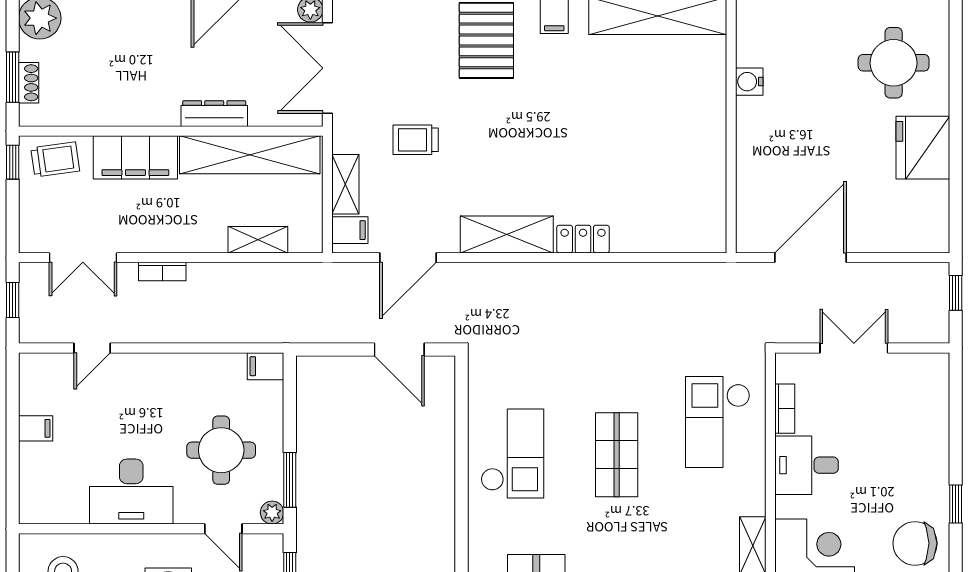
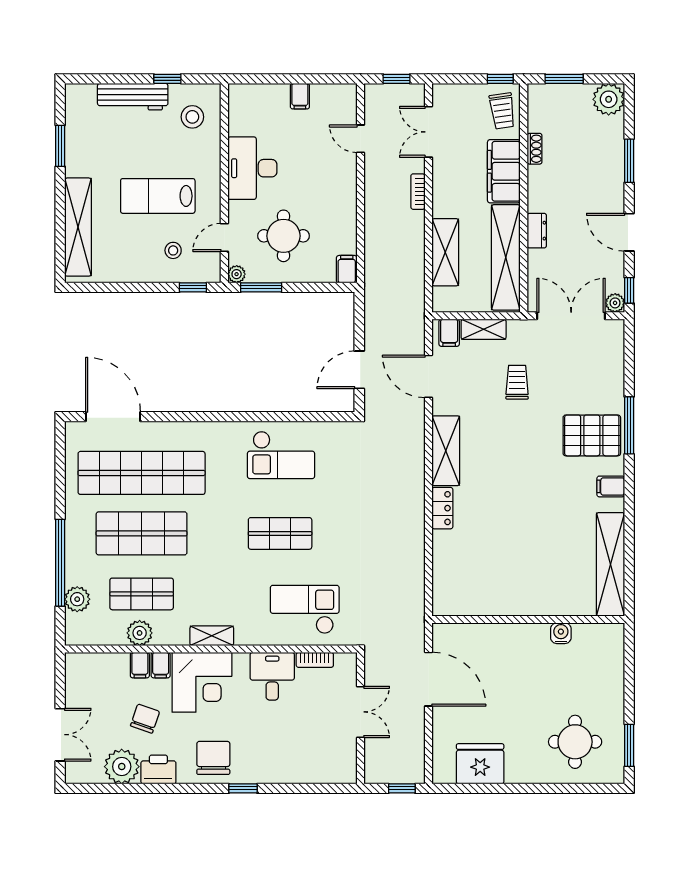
shoe rack: (29, 83) -> (535, 149), moved, turned -90
dresser: (214, 114) -> (537, 231), width x0.70
fridge: (923, 148) -> (480, 764), moved
shelving: (258, 240) -> (445, 252), width x1.50, depth x1.33

